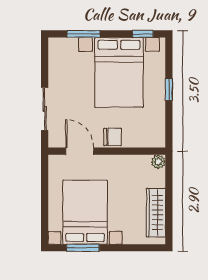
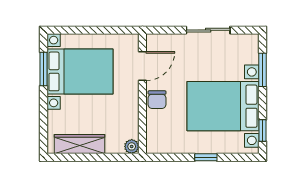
sliding door: (45, 109) -> (208, 30), moved

